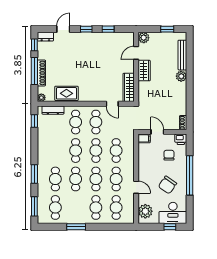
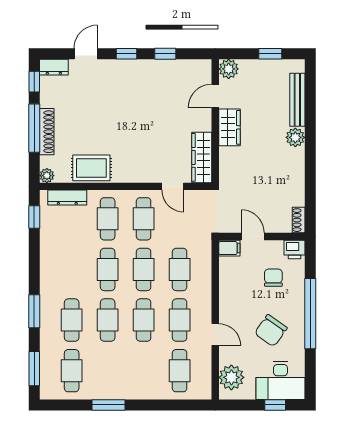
cafe table: (96, 207) -> (144, 371), removed

